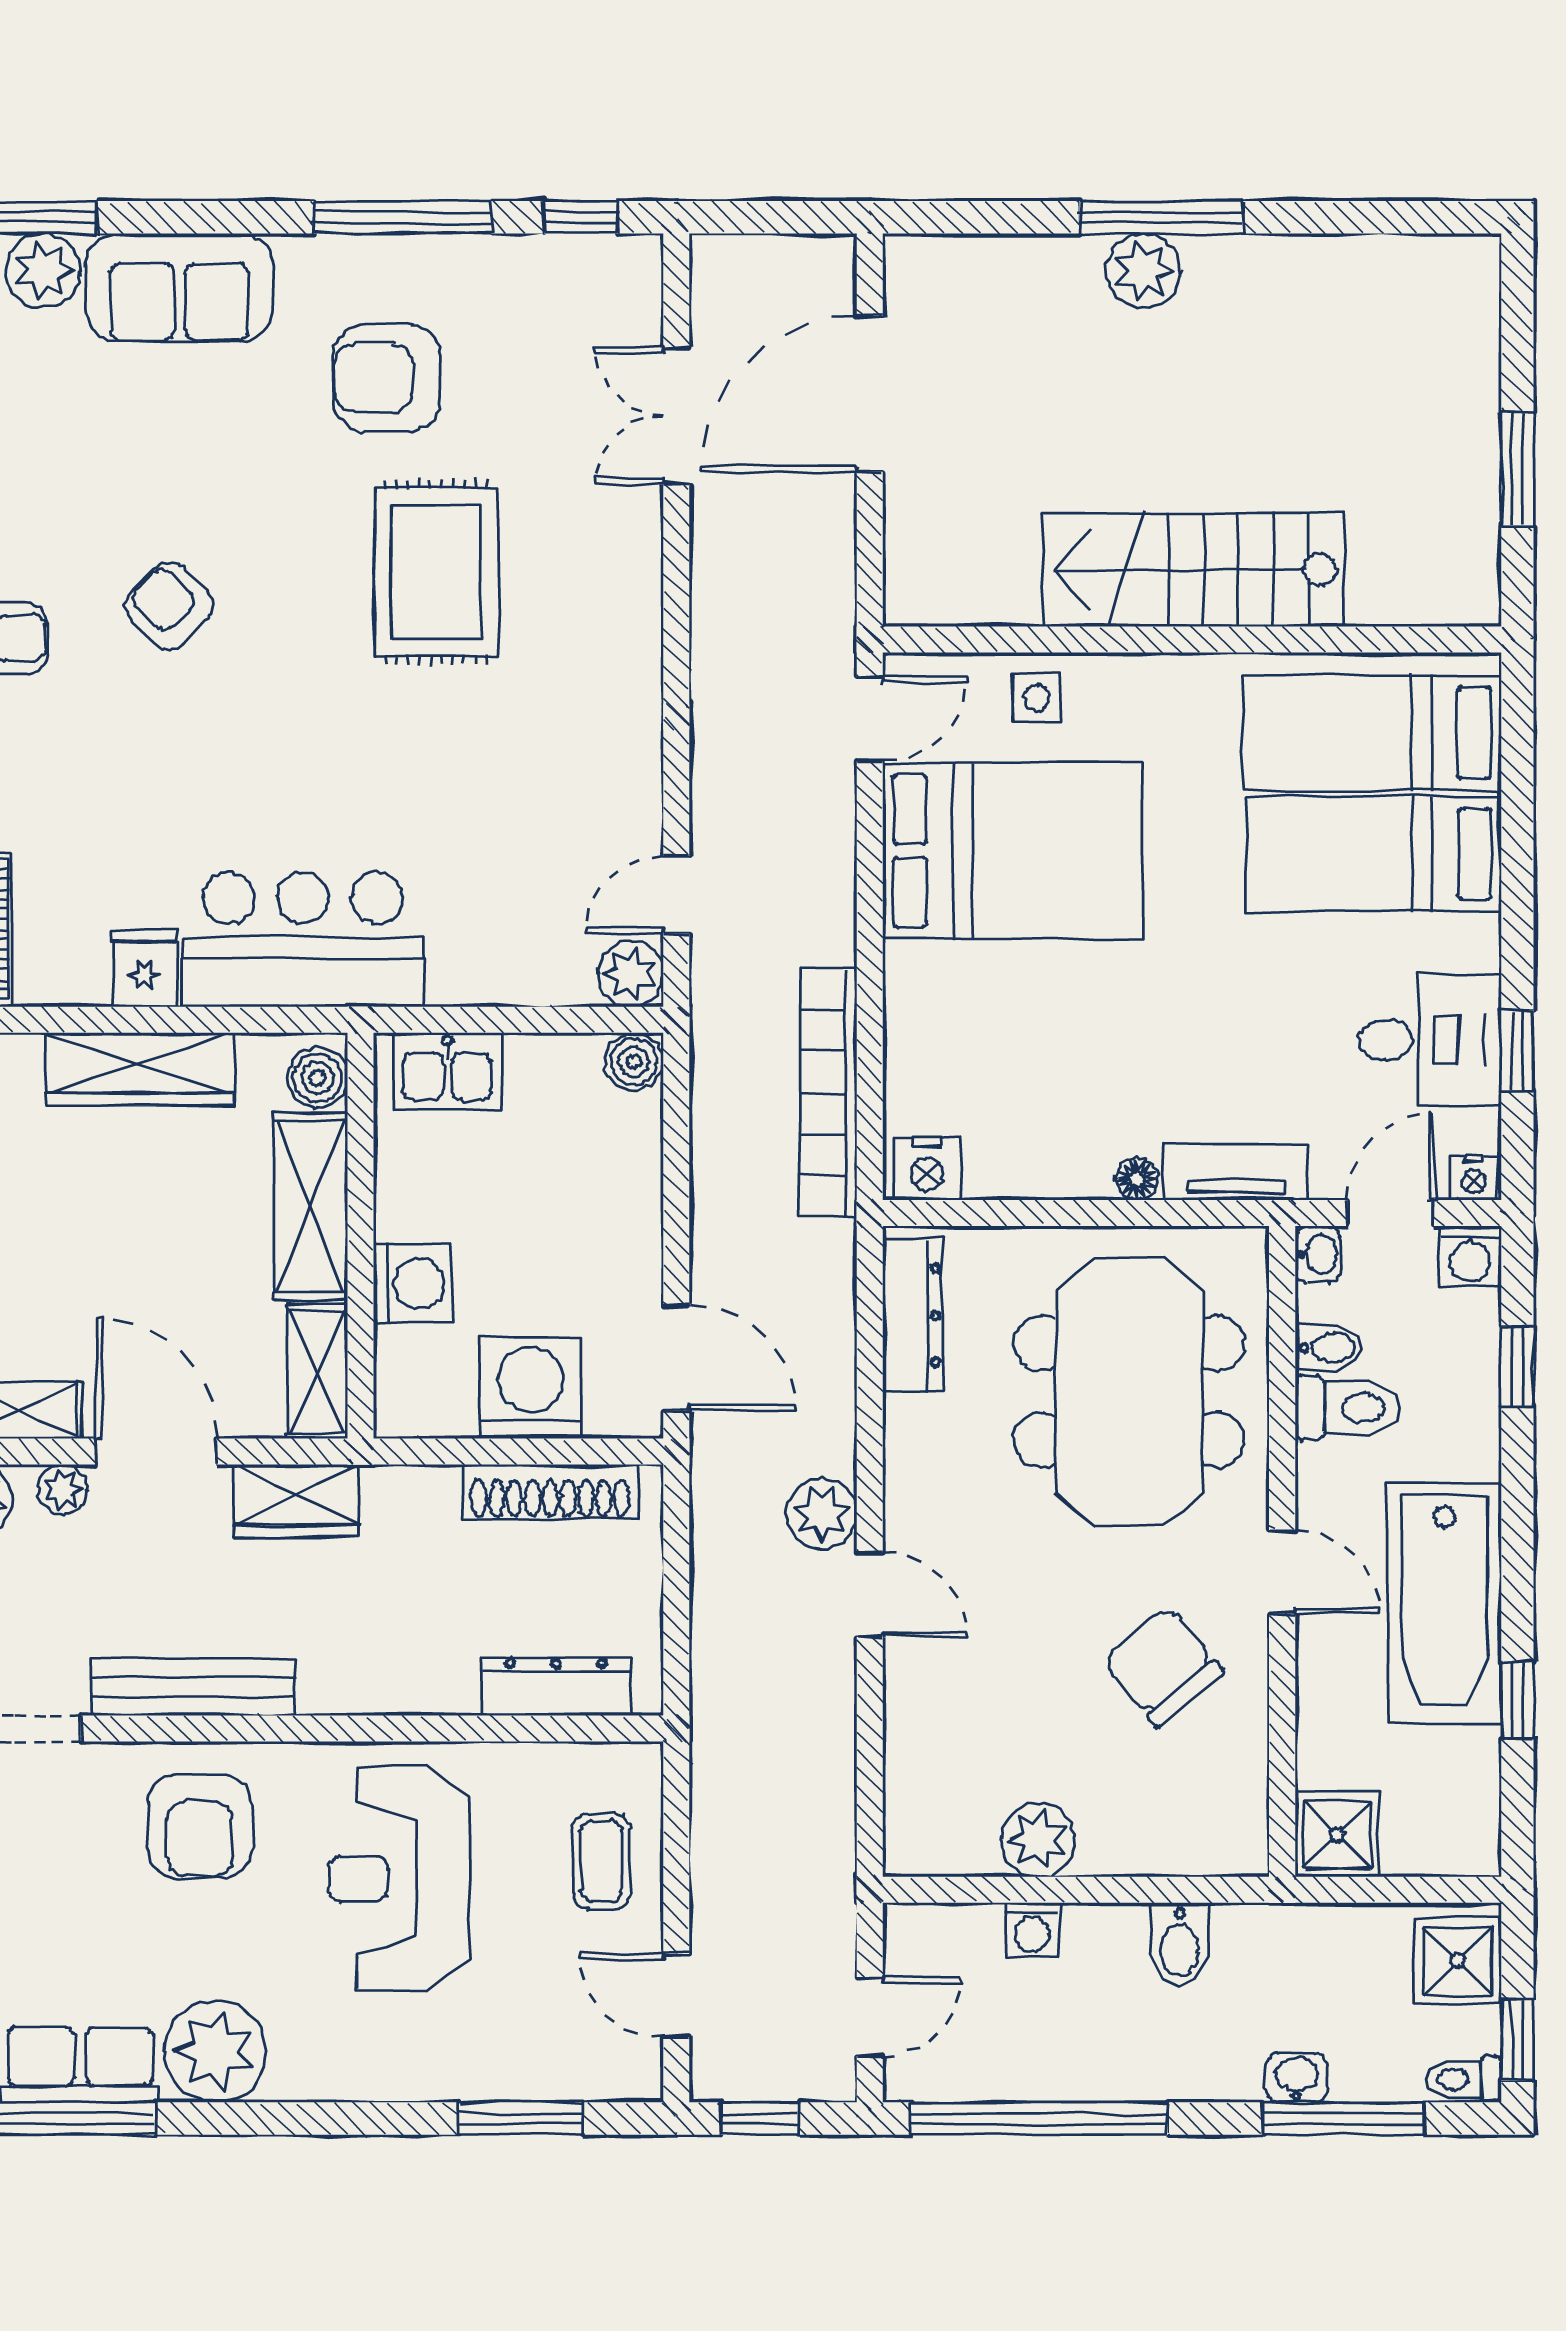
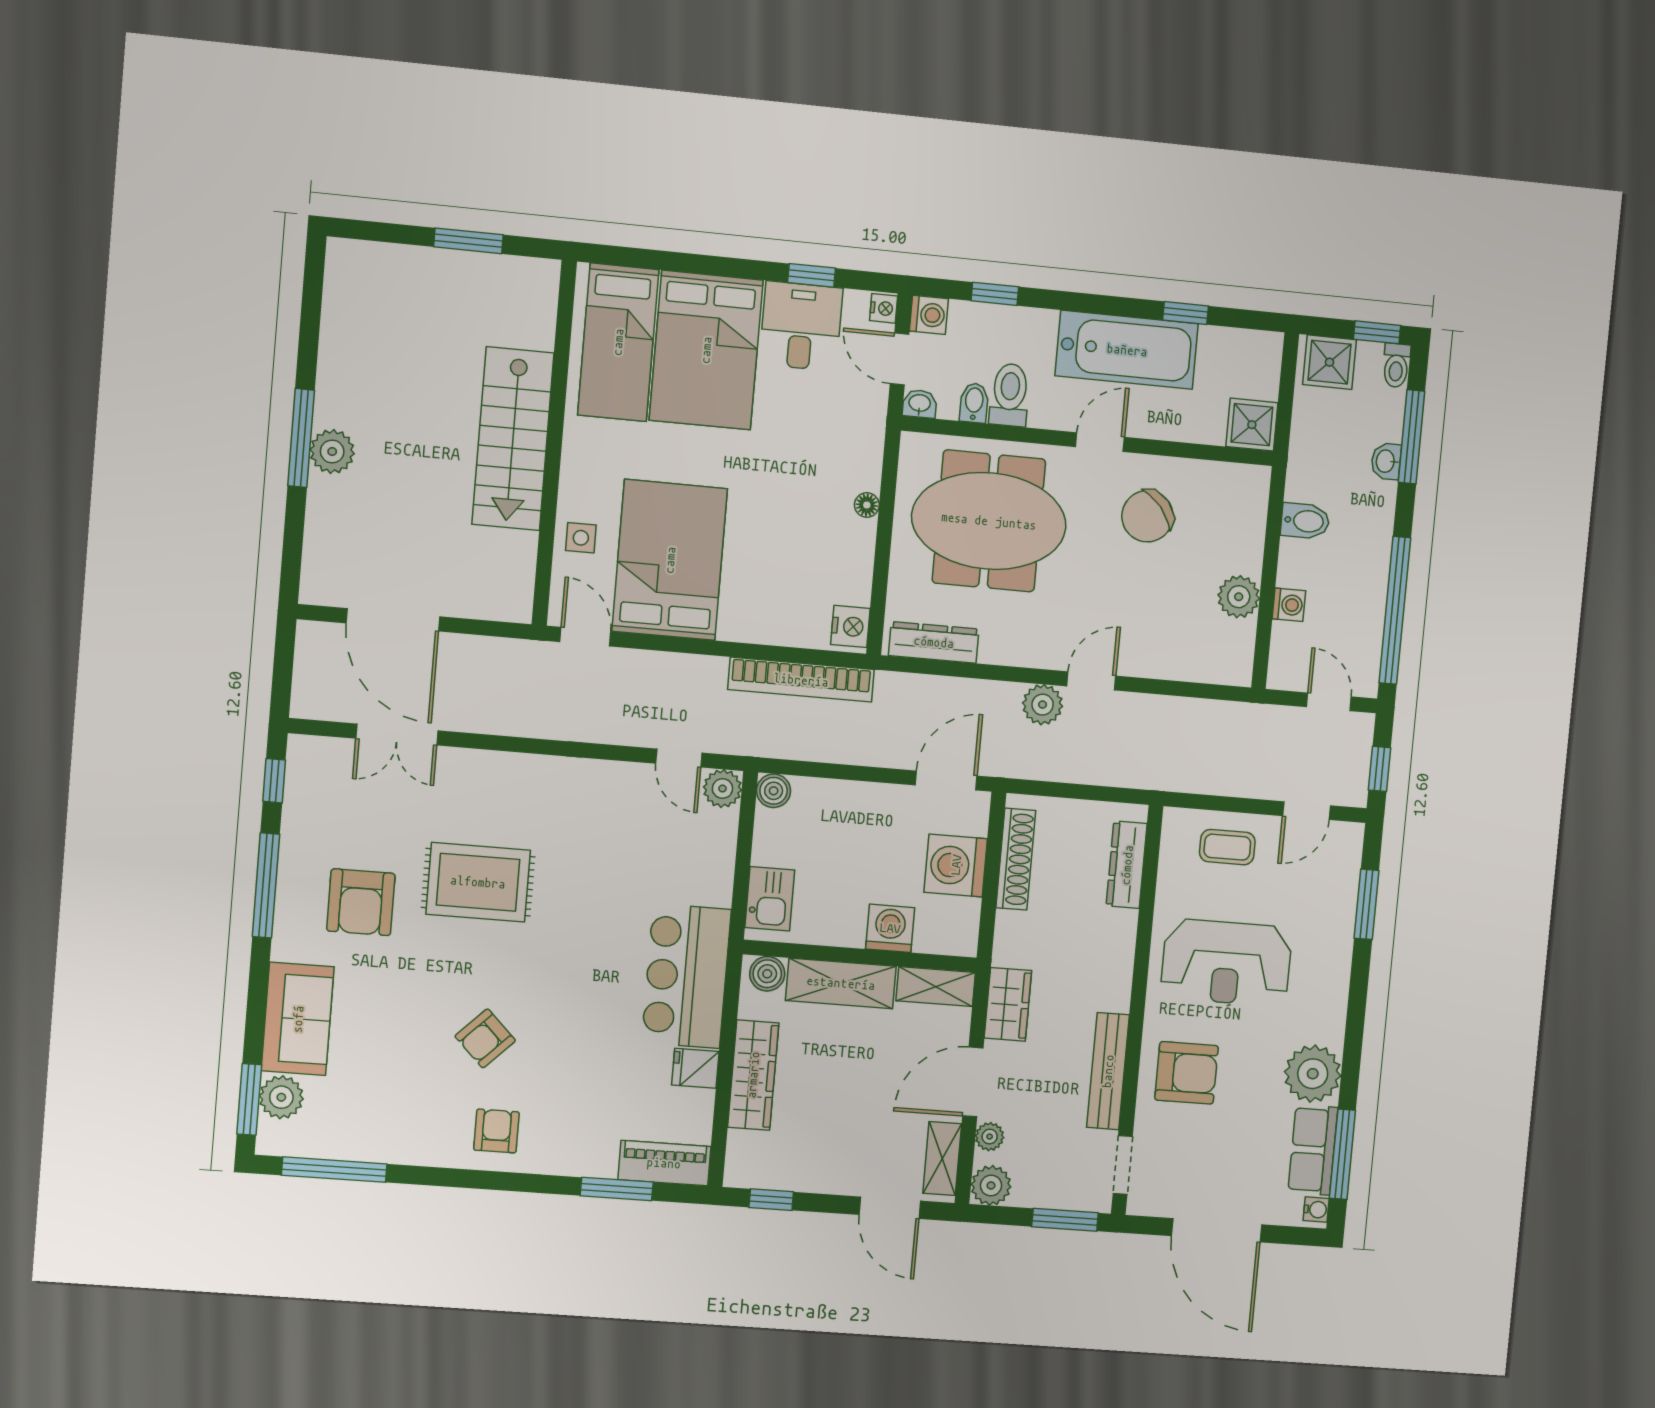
bed: (1374, 854) -> (706, 350), width x1.50
tv unit: (1235, 1173) -> (868, 447), removed

